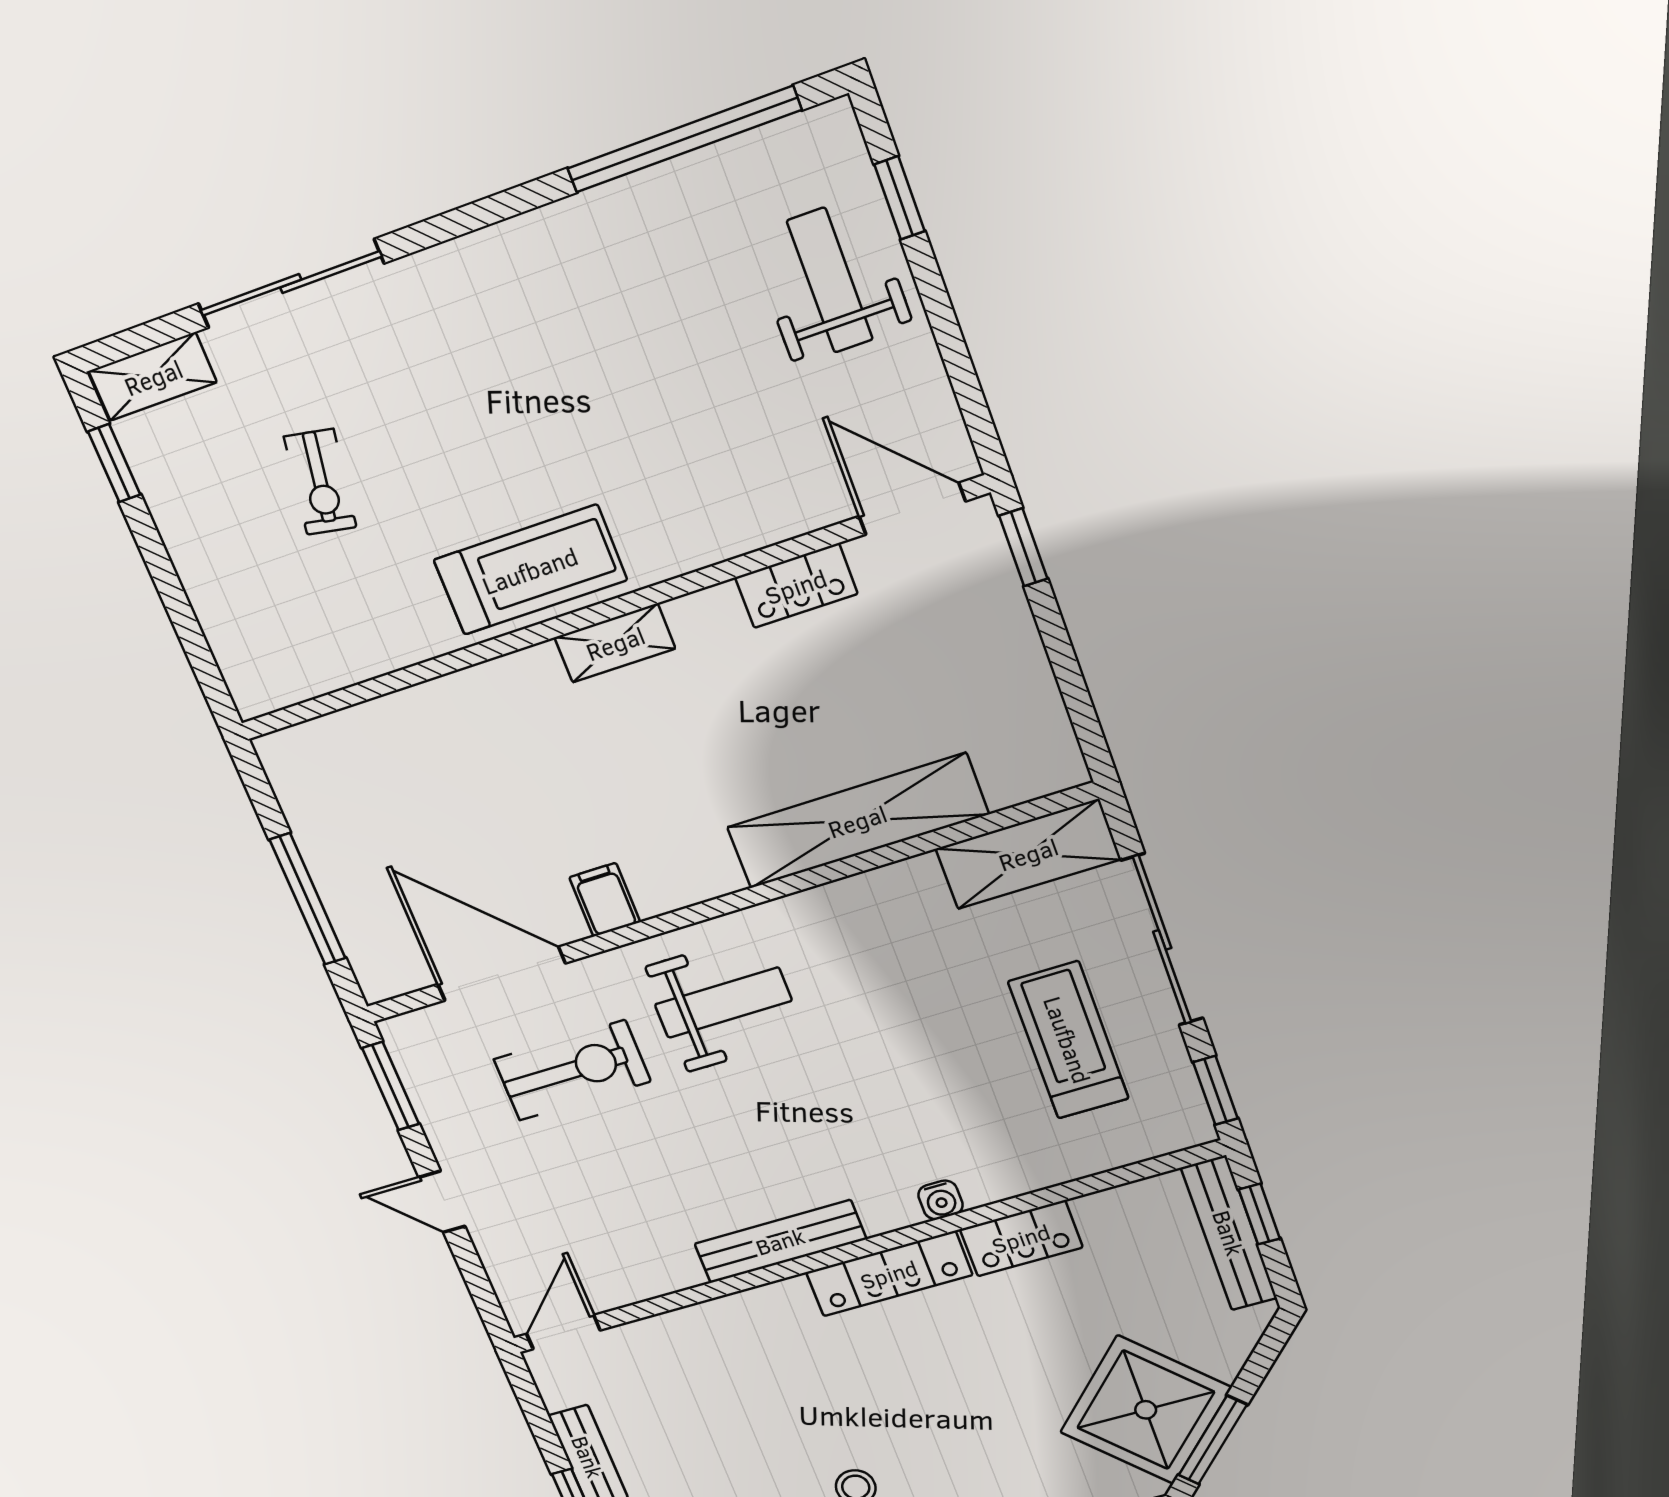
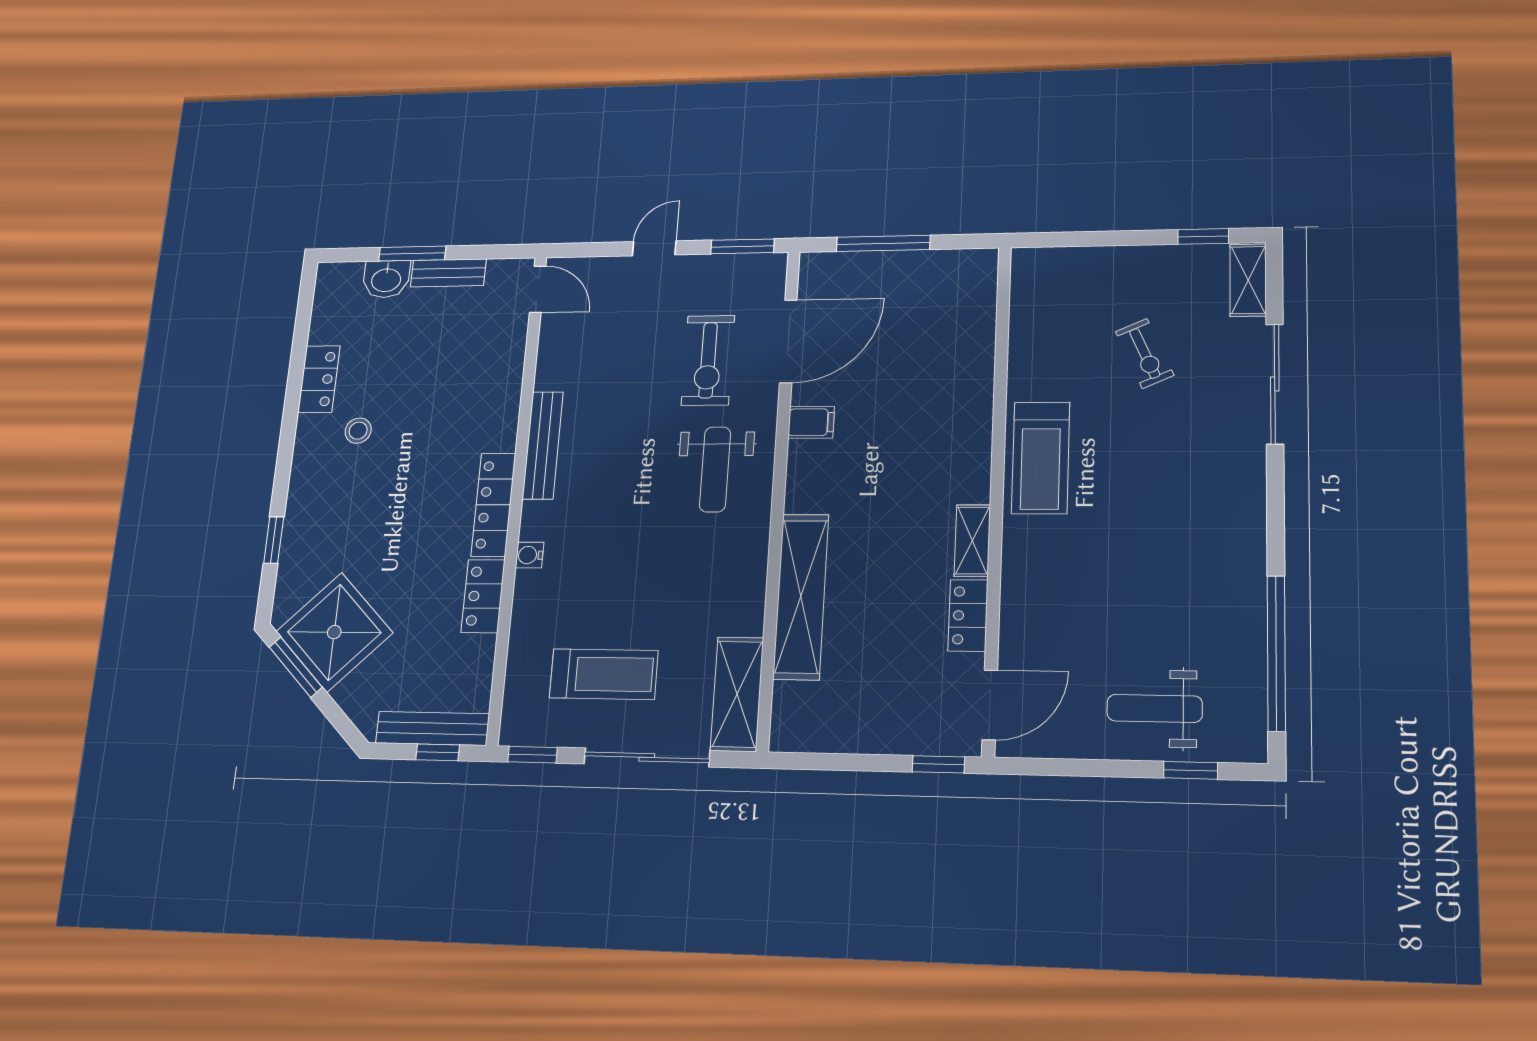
weight bench: (830, 280) -> (1155, 708), turned 180
exercise bike: (320, 482) -> (1145, 353), turned -124
shelving: (615, 643) -> (972, 541), moved

